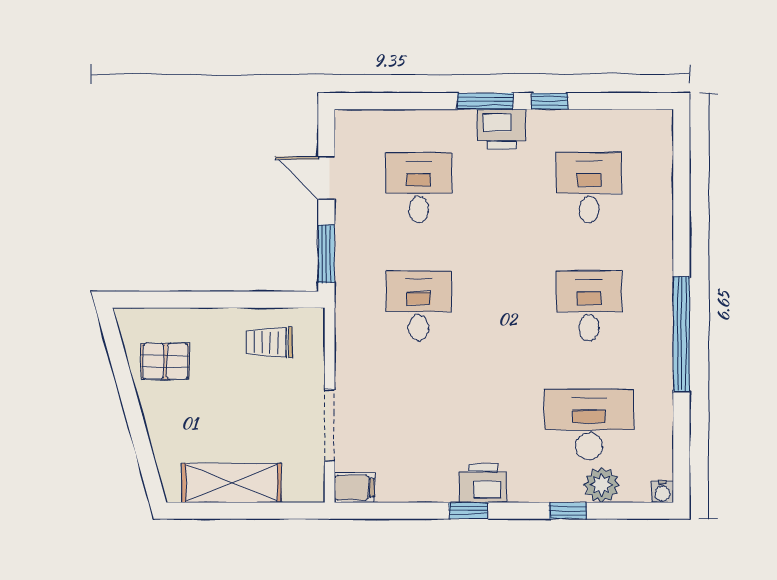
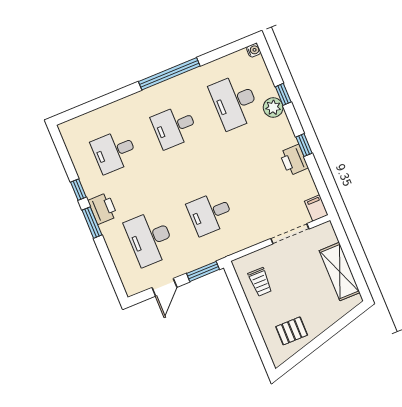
desk: (419, 188) -> (150, 238), width x1.37
pallet: (165, 361) -> (292, 331), turned 90
printer: (483, 483) -> (294, 160), moved
plant: (602, 485) -> (273, 107), moved

